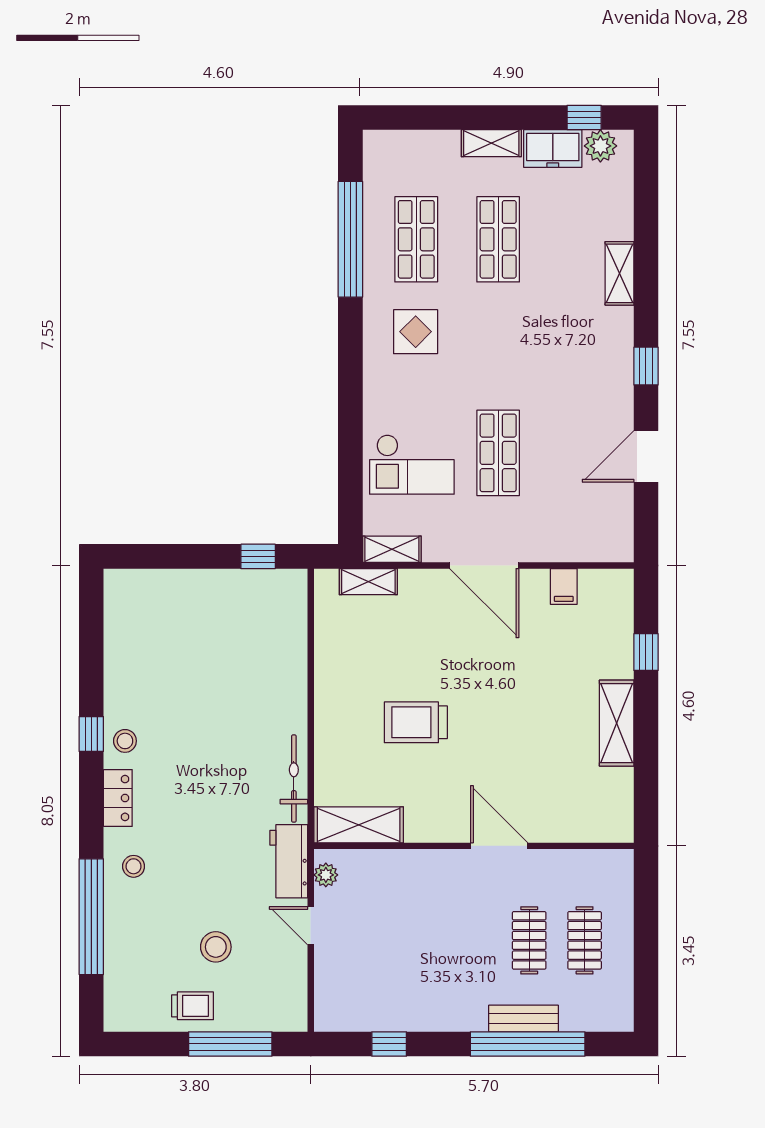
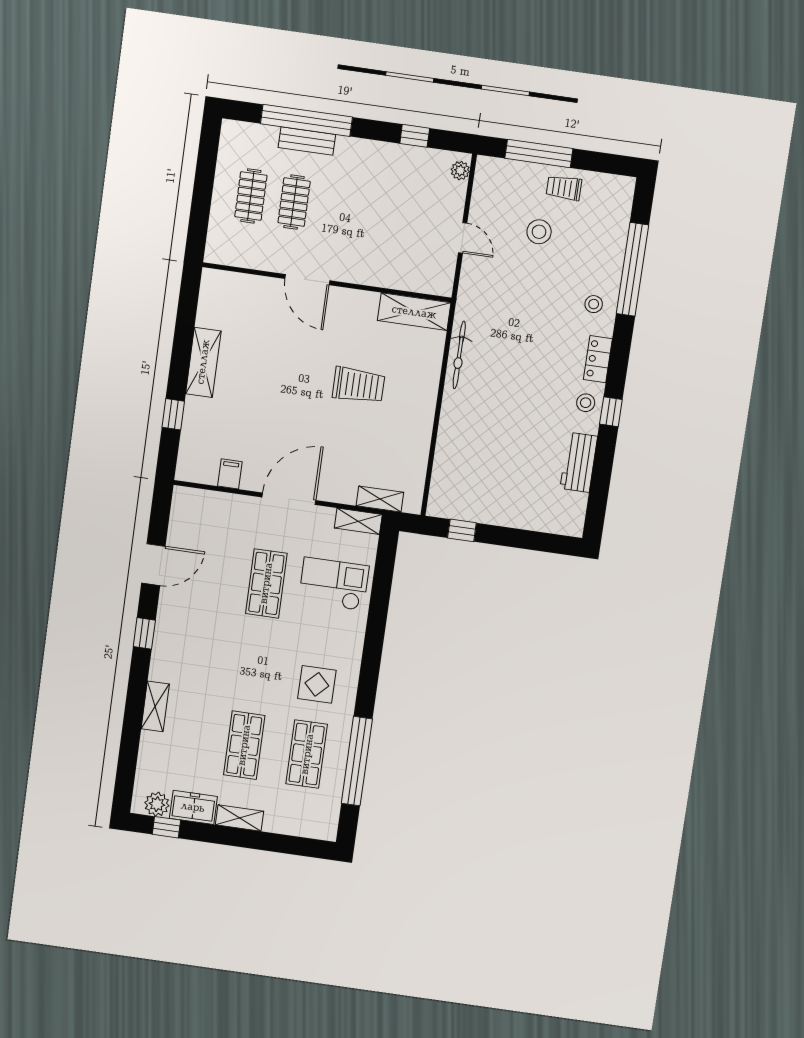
door: (484, 566) -> (289, 499), hinge flipped
workbench: (289, 861) -> (579, 462), moved, turned 180
plant: (326, 875) -> (460, 171), moved

